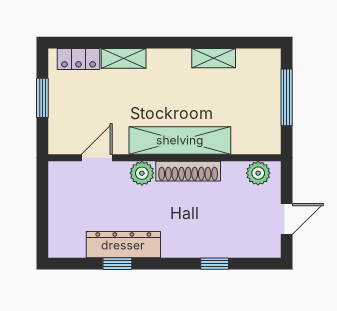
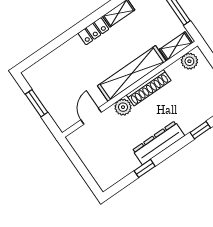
shelving: (124, 58) -> (176, 46), moved
locker: (78, 59) -> (93, 31), moved
dresser: (123, 245) -> (159, 143), moved

